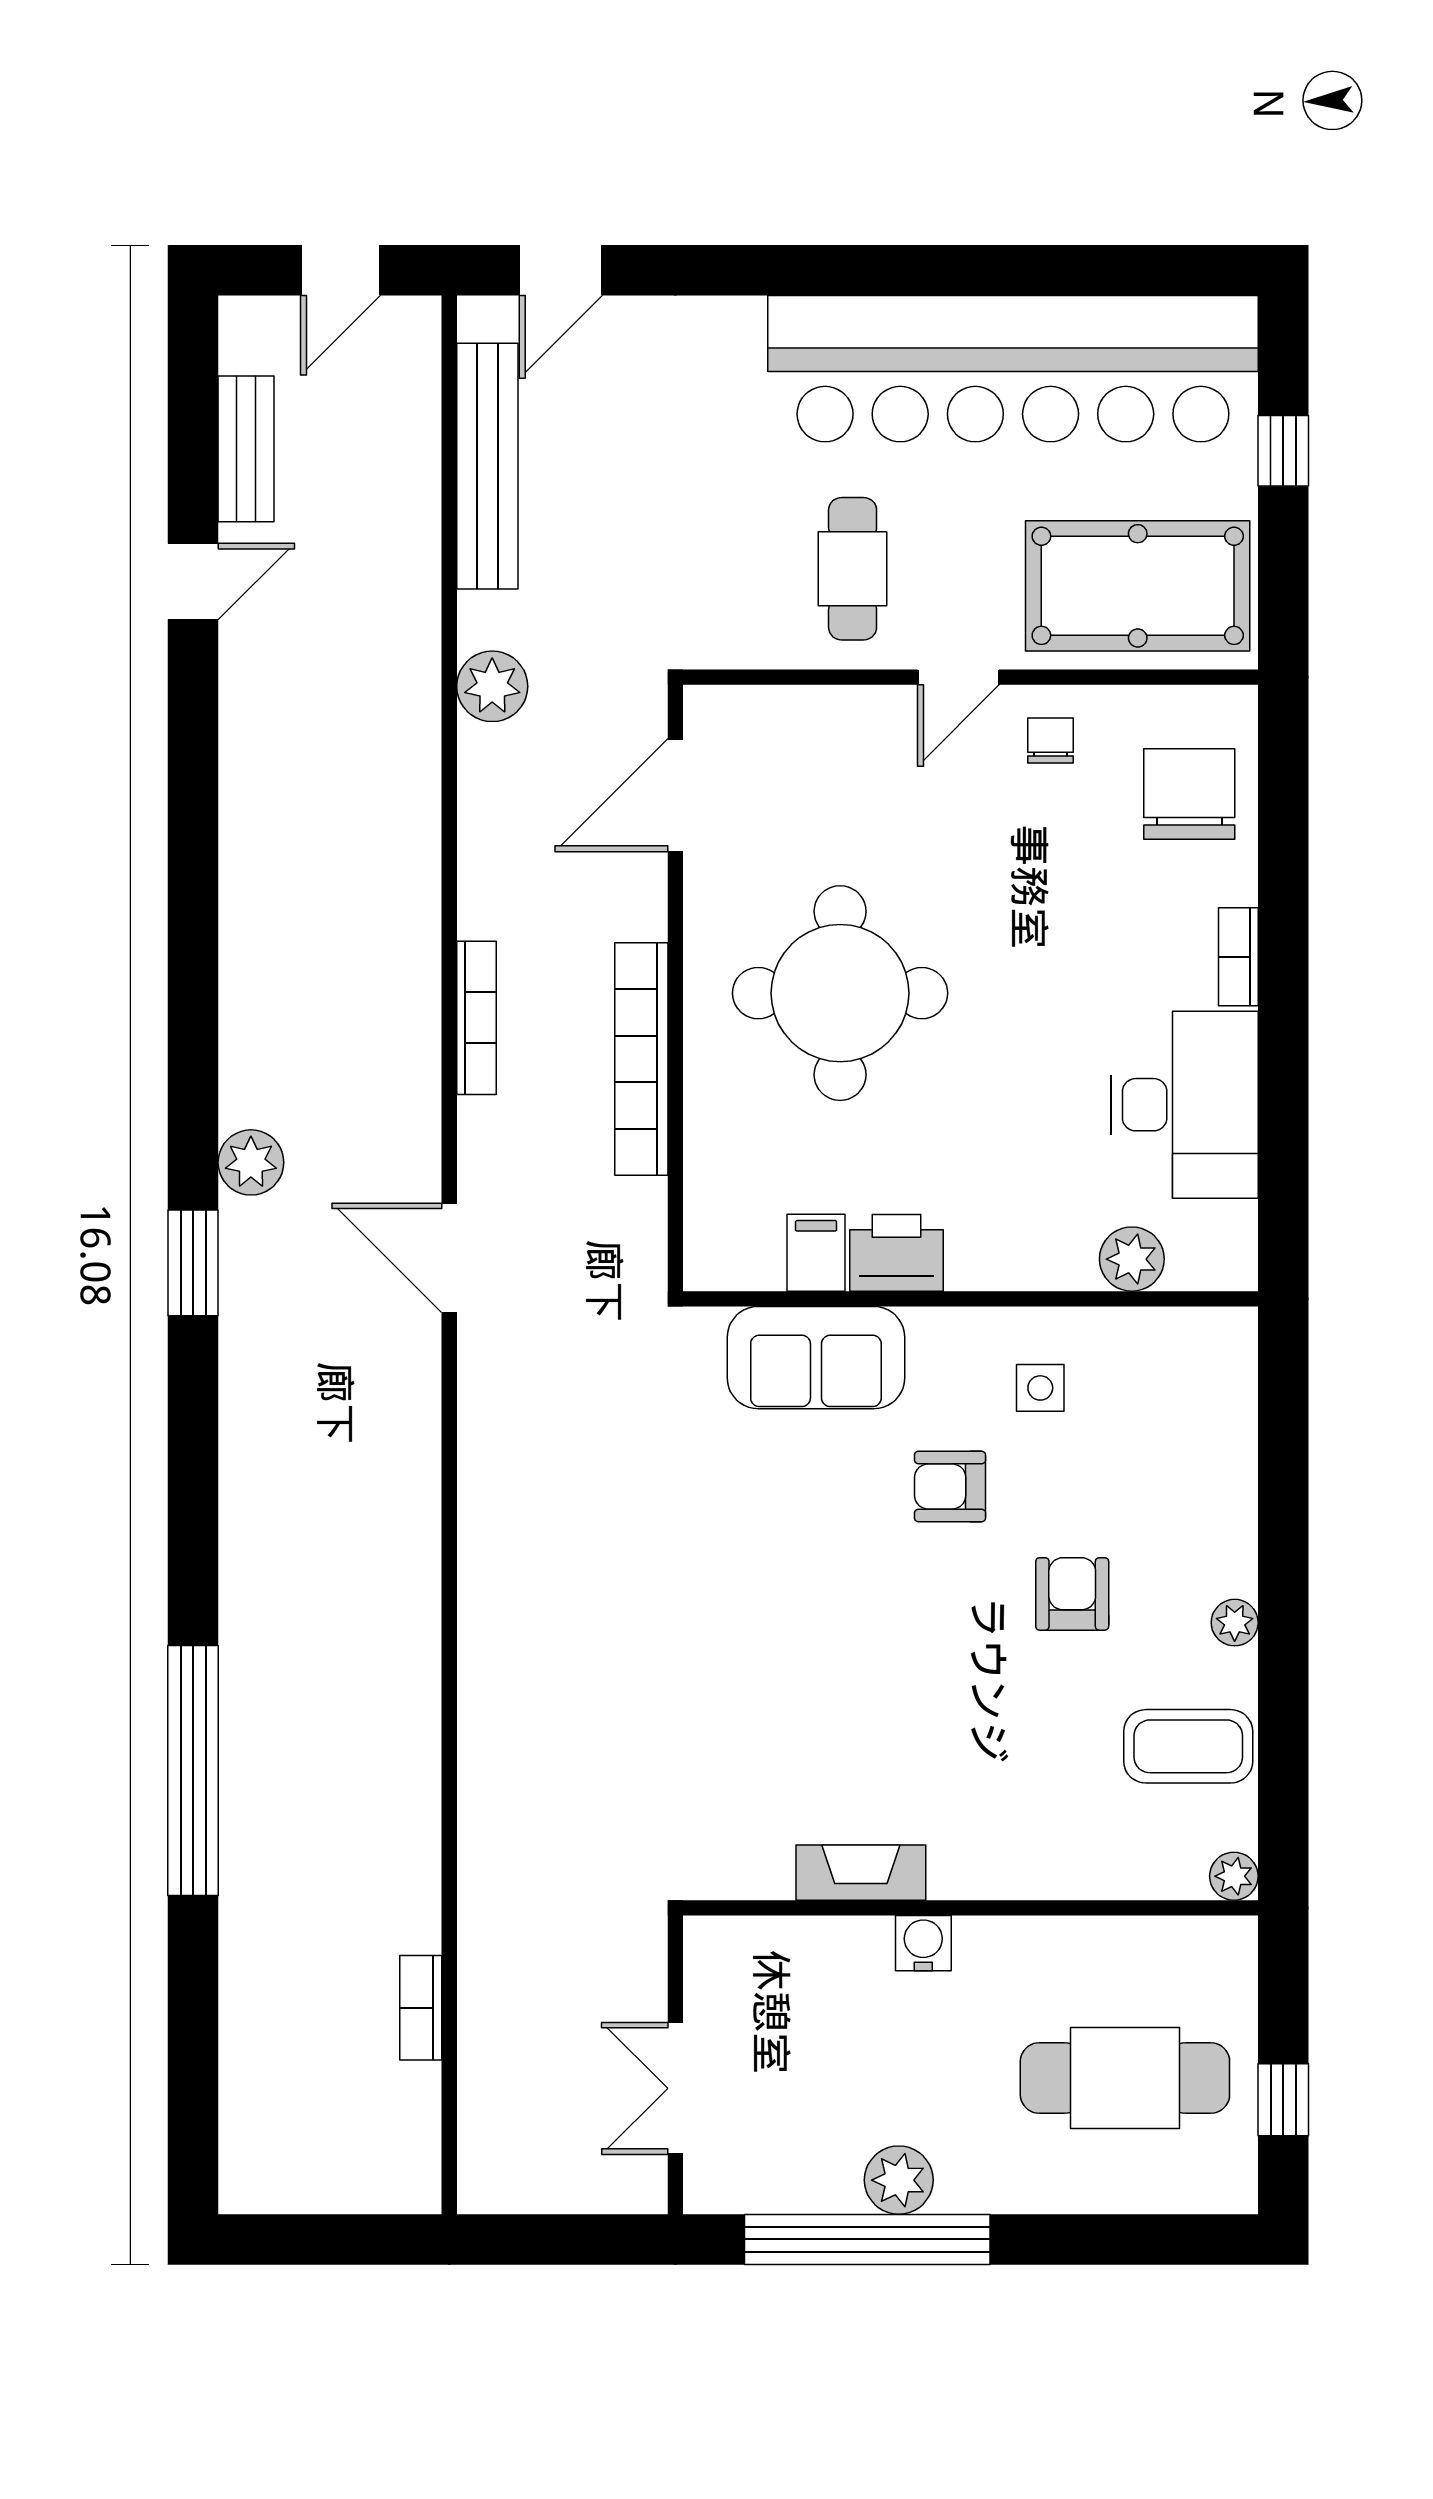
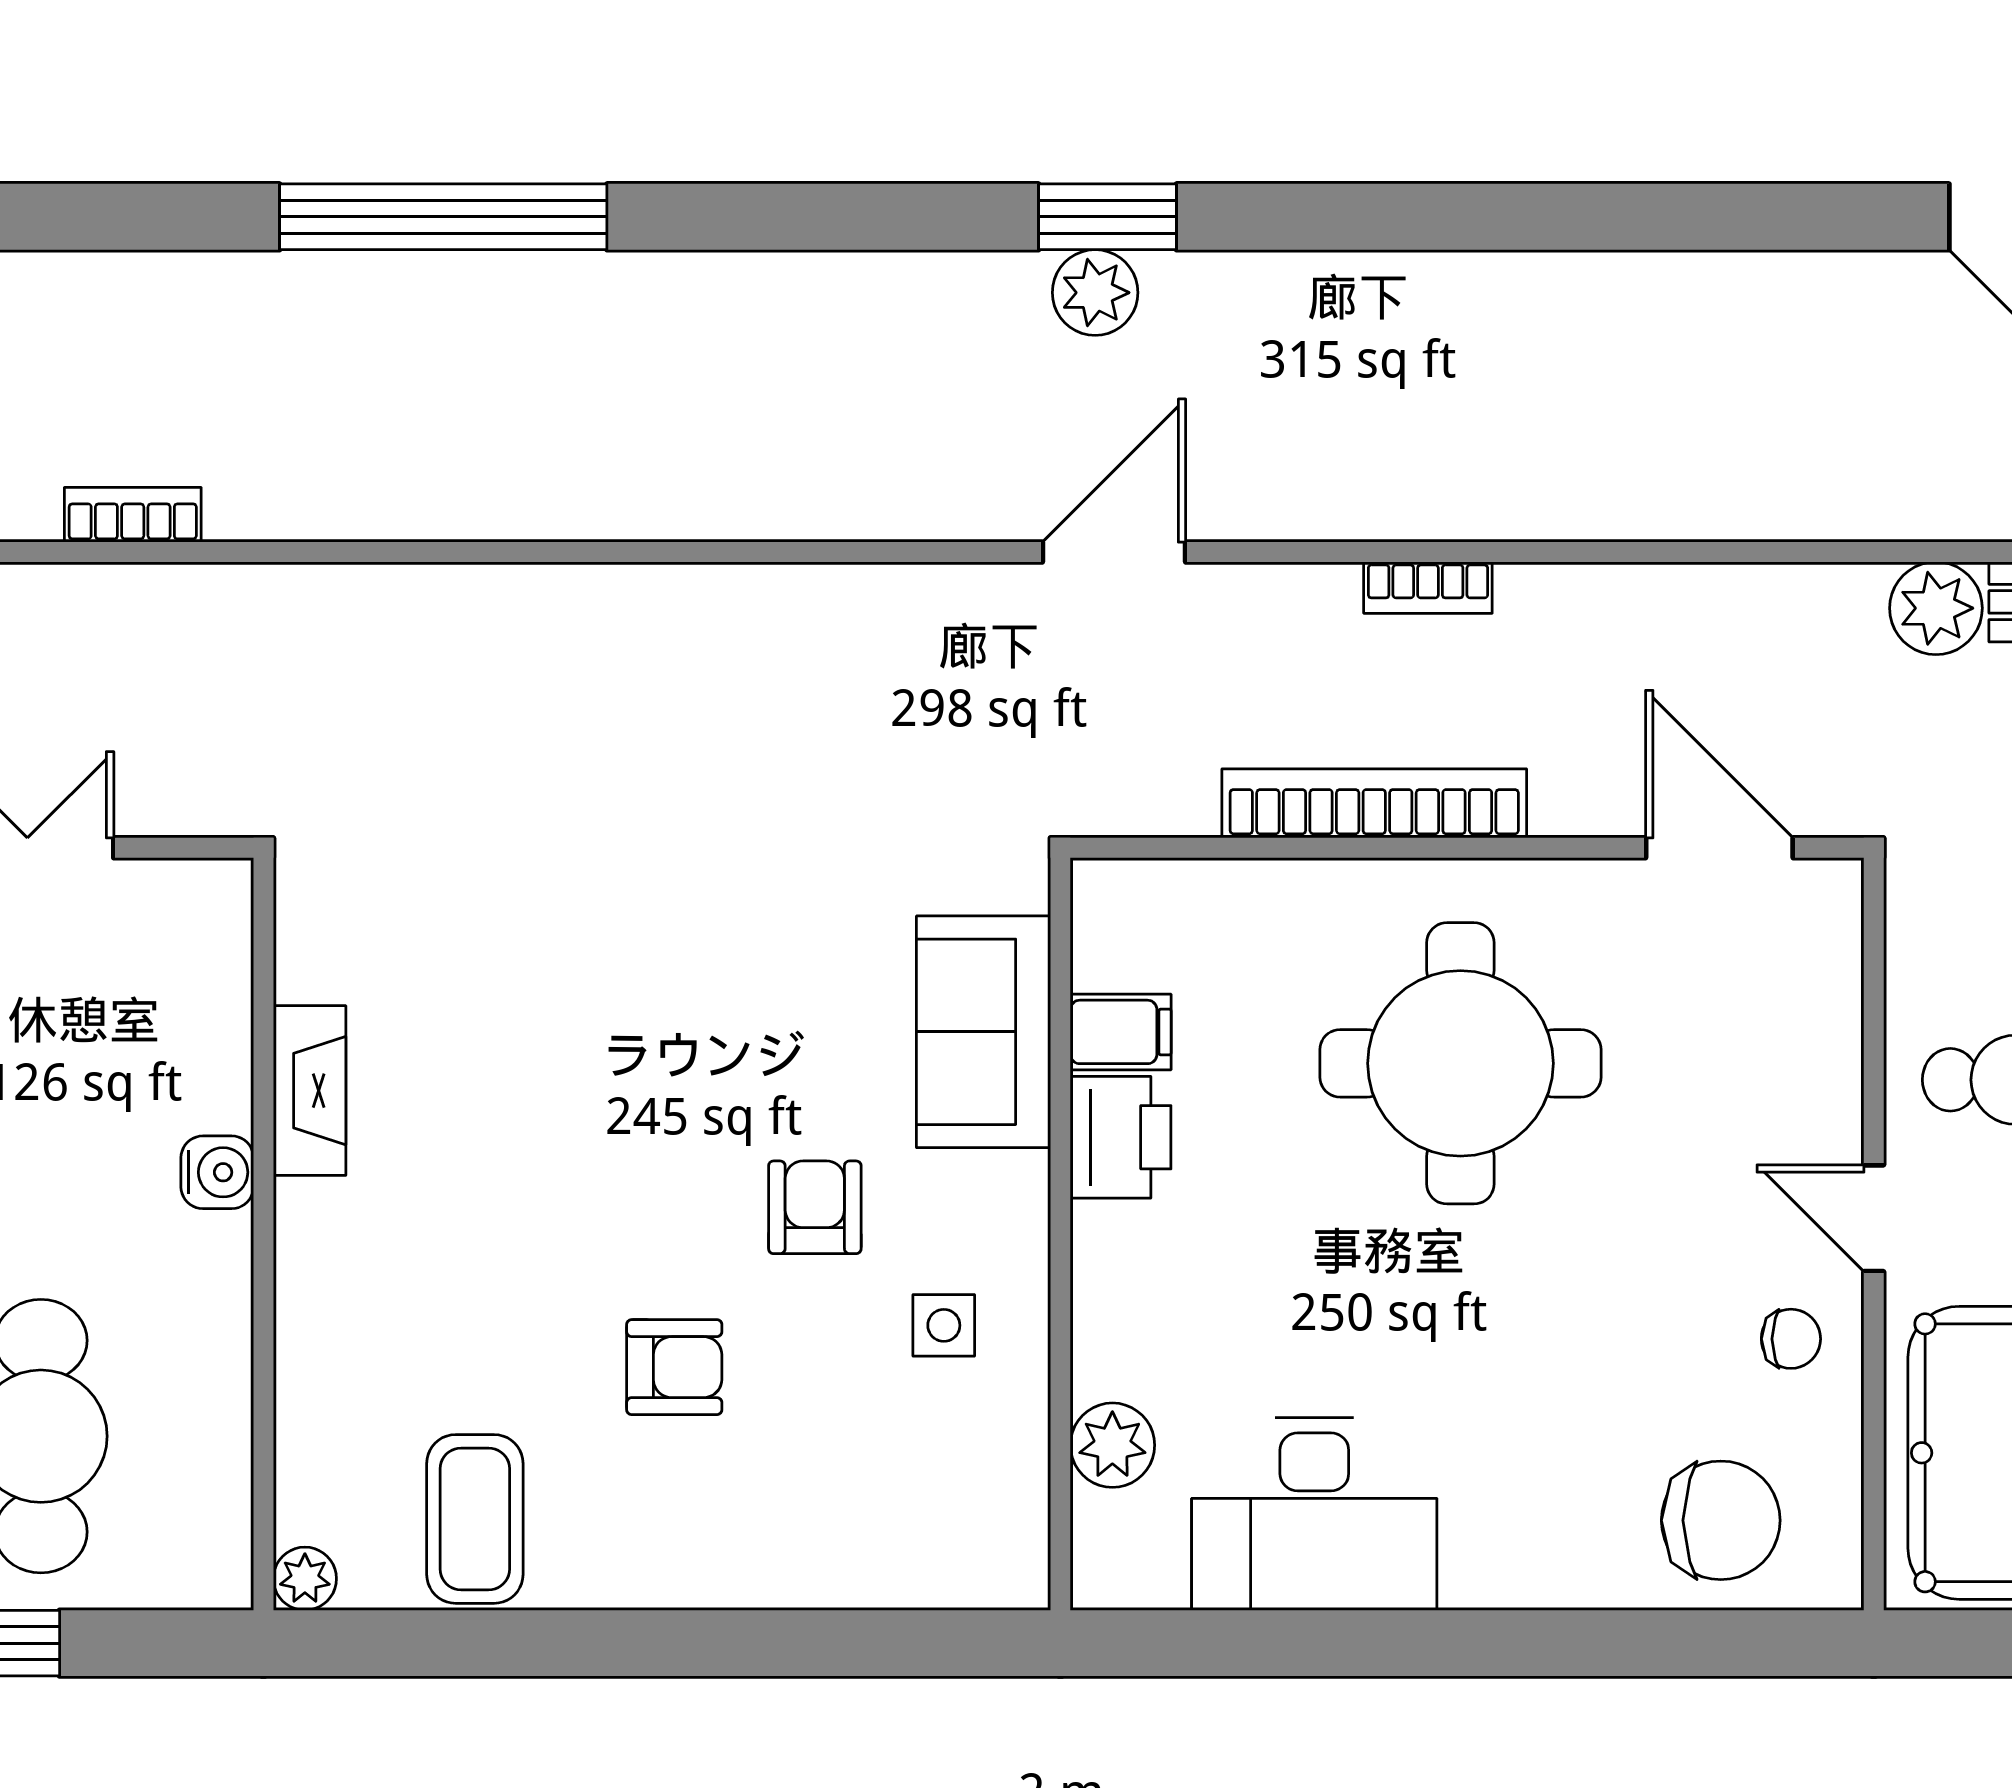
plant: (492, 686) -> (1936, 608), moved
bookcase: (1238, 957) -> (1508, 1585), removed
bookcase: (476, 1018) -> (1428, 588), width x0.64
plant: (251, 1162) -> (1095, 293), moved
plant: (1235, 1623) -> (637, 1580), removed

